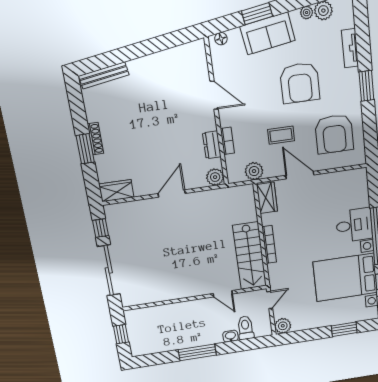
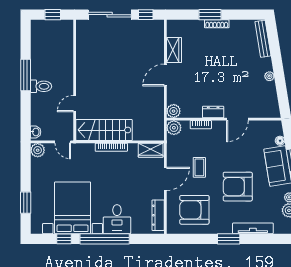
floor lamp: (221, 39) -> (280, 141), moved
tv unit: (350, 48) -> (253, 228), width x1.41
plant: (152, 60) -> (269, 76), added
dresser: (212, 145) -> (213, 112), moved
plant: (254, 171) -> (174, 128), moved
dresser: (345, 177) -> (158, 215), added
wardrobe: (116, 191) -> (174, 50), moved
door: (172, 193) -> (165, 75), swing flipped
toilet: (245, 328) -> (41, 86), moved
washbasin: (230, 336) -> (36, 132), moved

